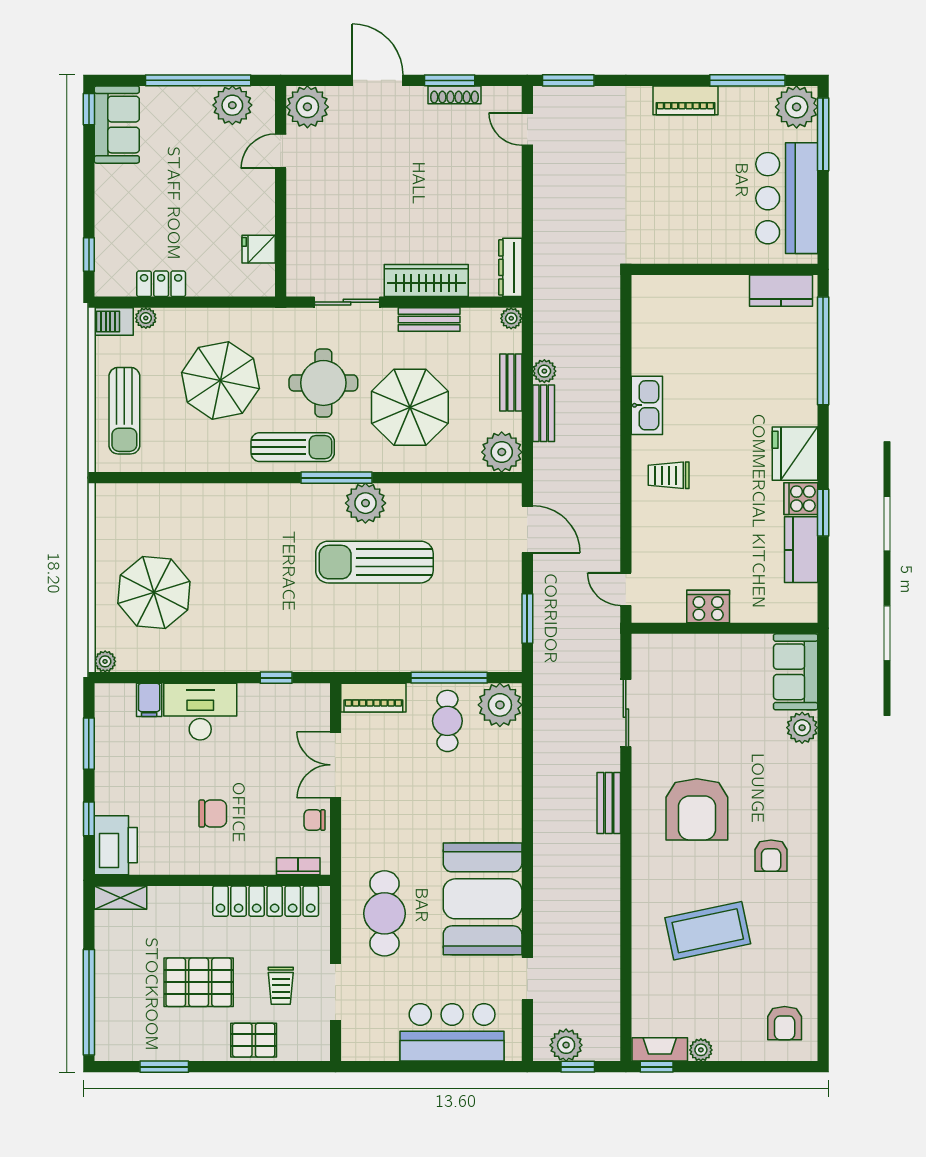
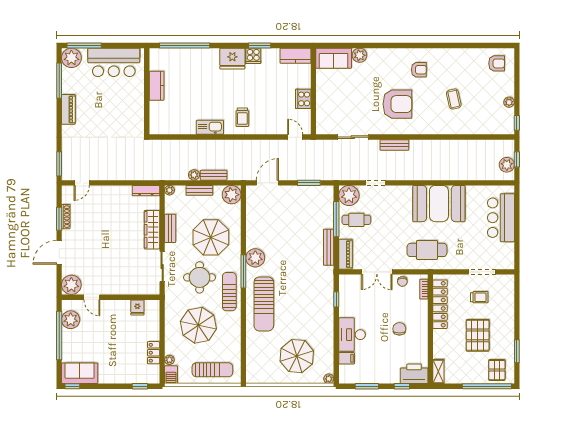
kitchen counter: (781, 291) -> (157, 86), moved
kitchen counter: (801, 550) -> (295, 56), moved
sun lounger: (374, 562) -> (264, 304), moved
door: (626, 589) -> (295, 137), swing flipped
bench: (389, 661) -> (329, 247), added
cafe table: (384, 913) -> (427, 250), moved
coffee table: (708, 931) -> (454, 99), width x0.54, depth x0.58
doorway: (527, 979) -> (375, 183), moved
pallet: (254, 1040) -> (497, 370), moved
fireplace: (660, 1049) -> (509, 121), removed

